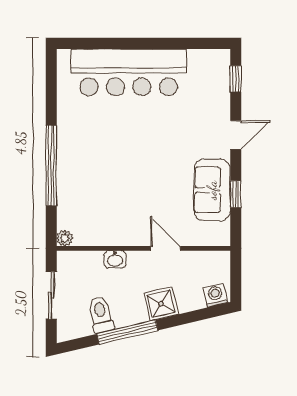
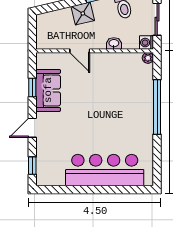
washing machine: (216, 295) -> (146, 43), moved, turned 103

